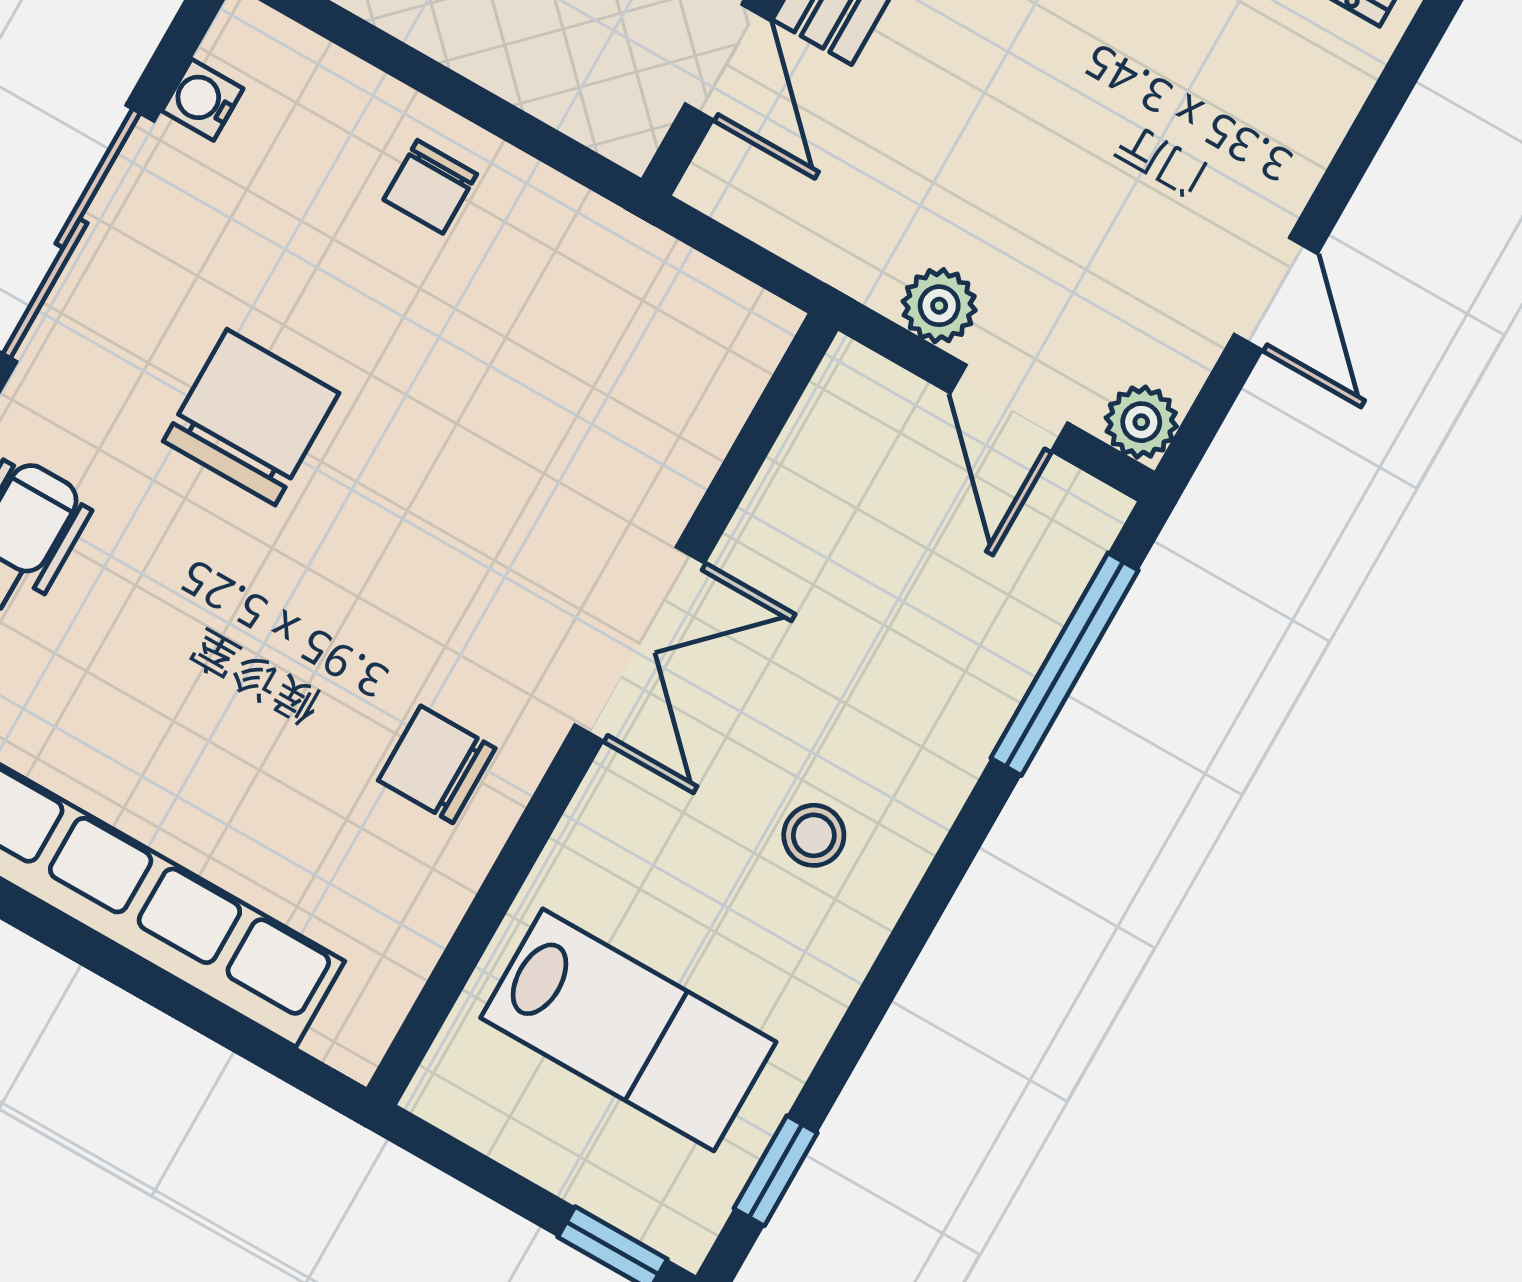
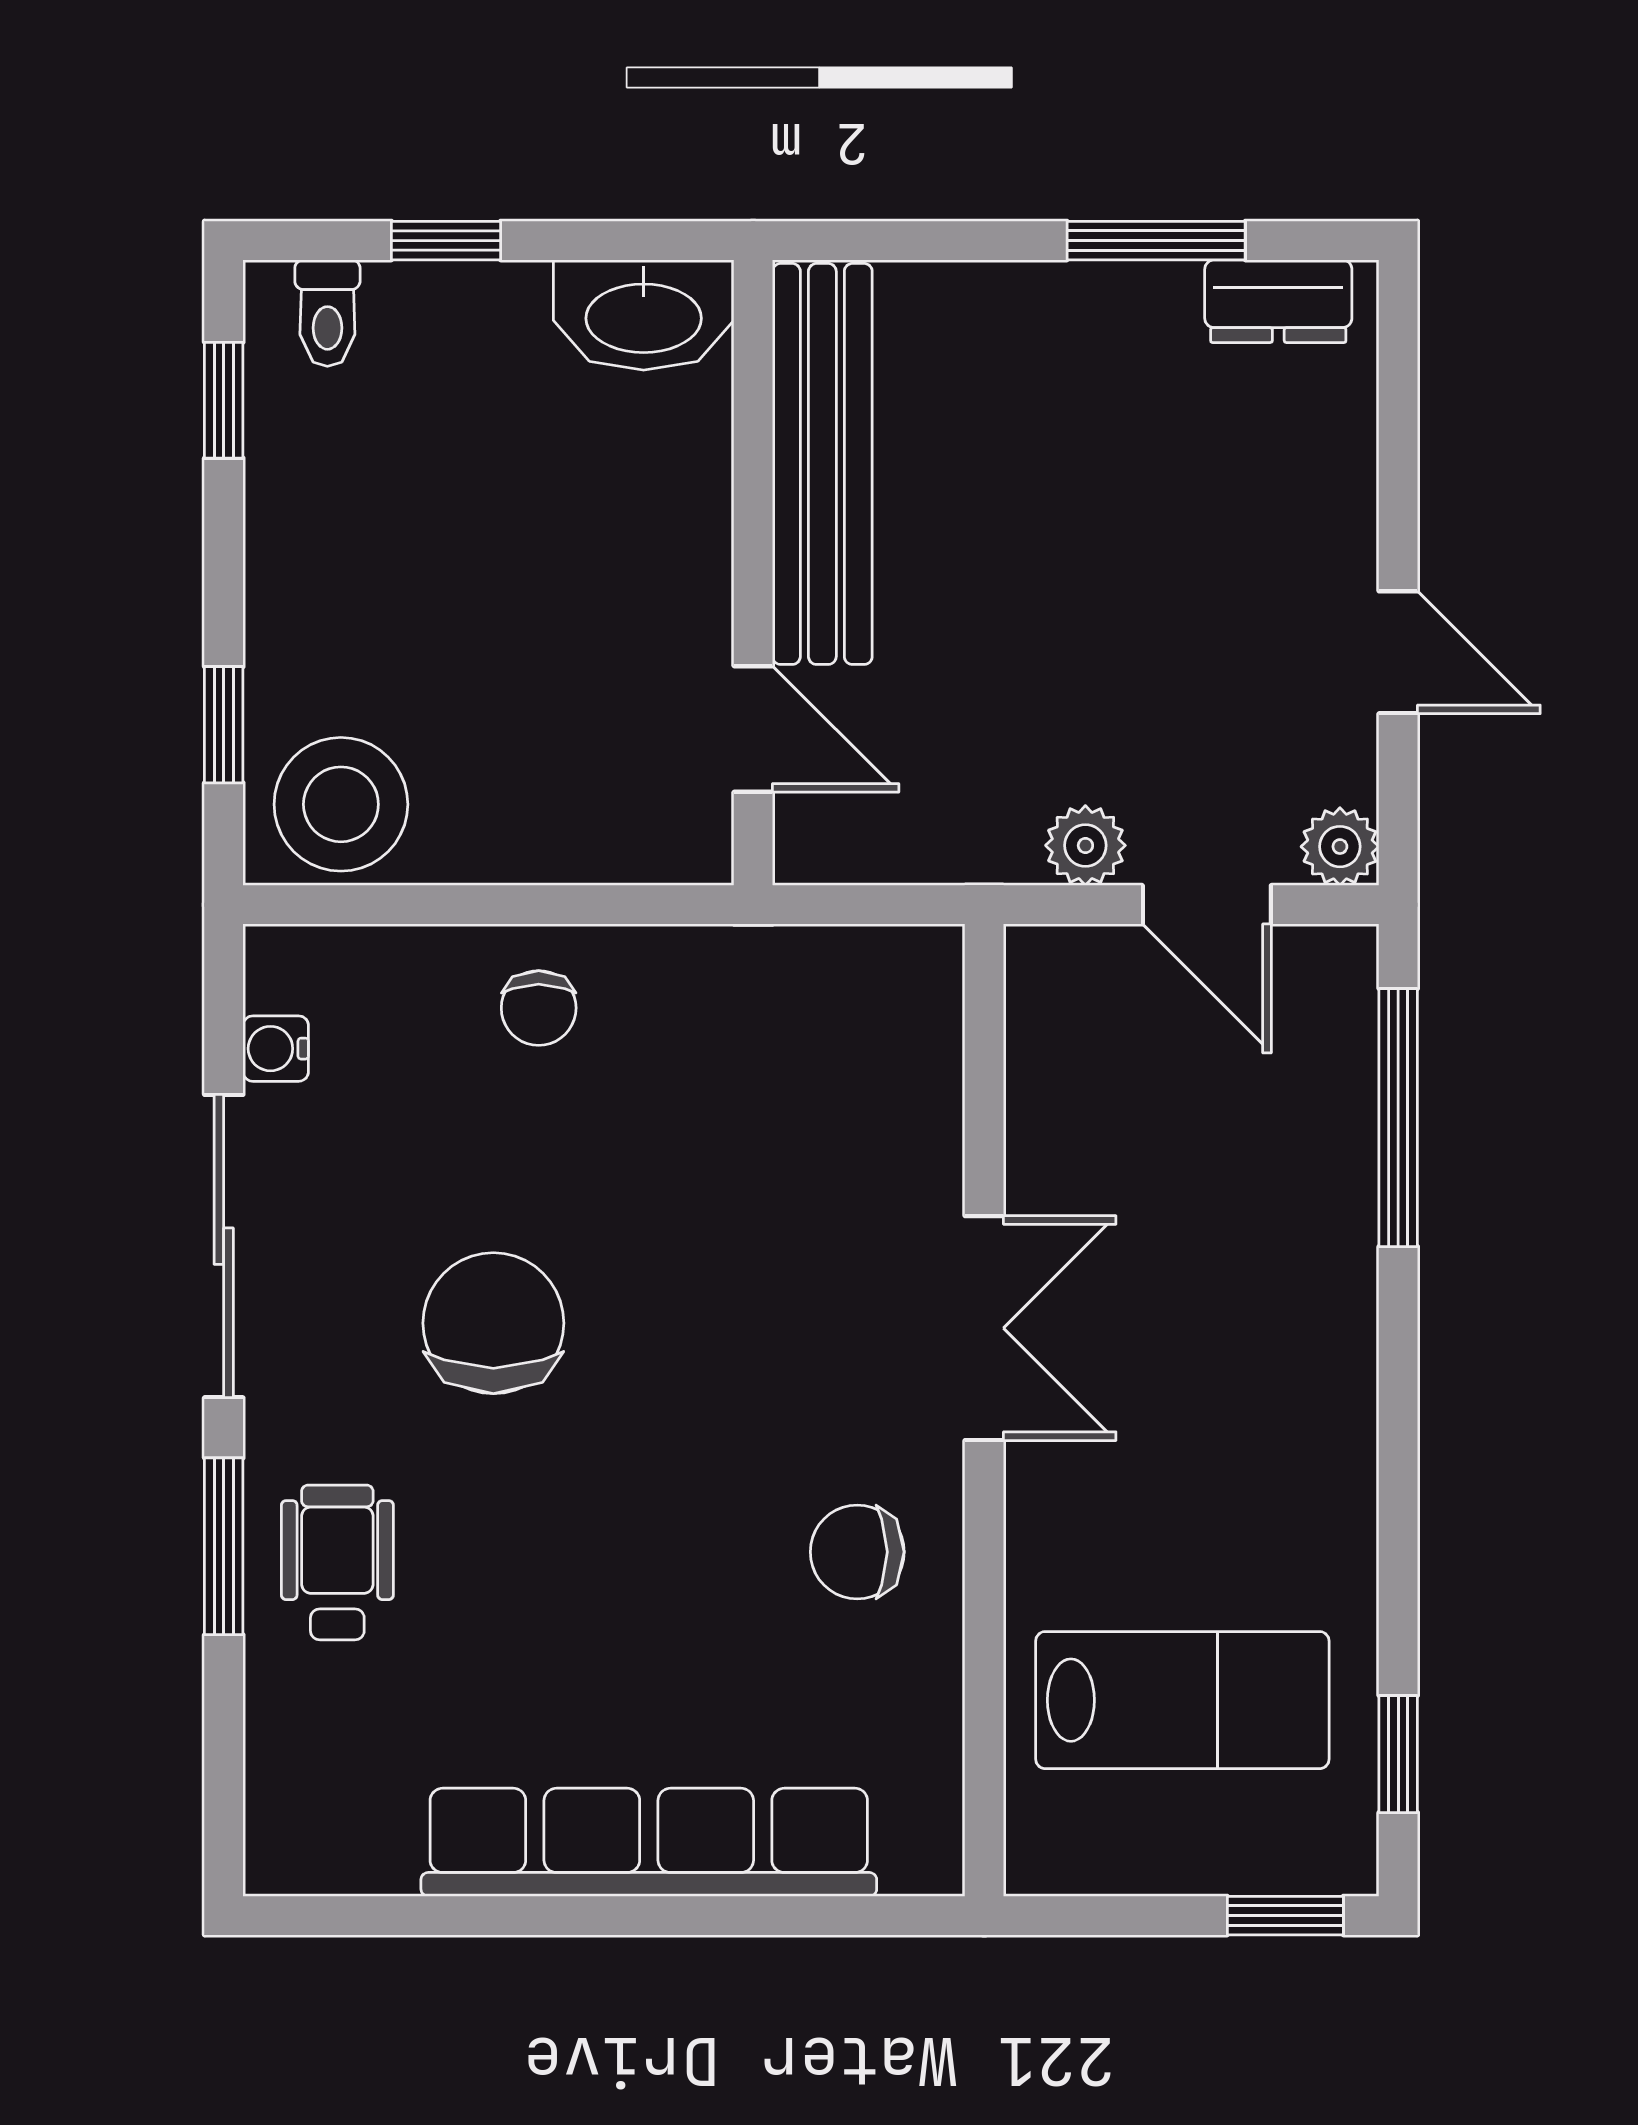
stool: (814, 835) -> (1253, 1415), removed

